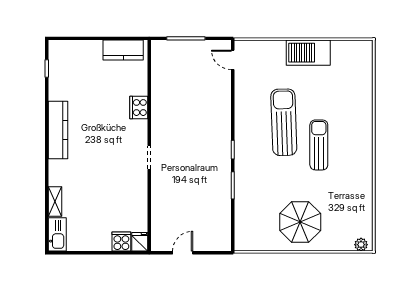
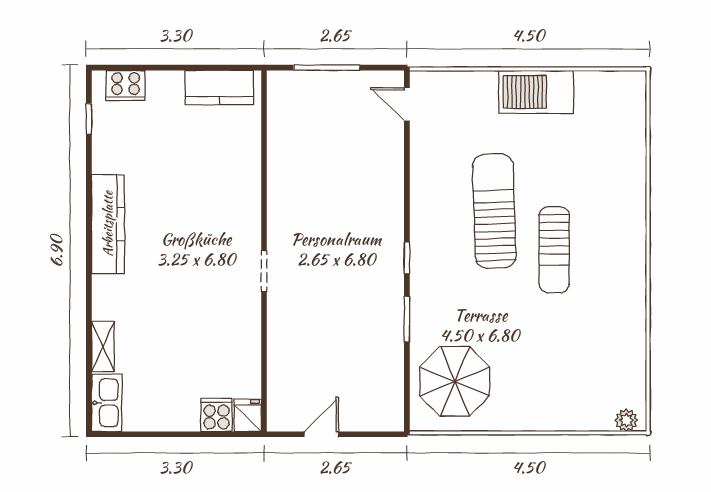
cooker: (139, 108) -> (126, 85), moved, turned -90
sun lounger: (319, 145) -> (554, 250), turned 180
parasol: (300, 222) -> (455, 381), moved

